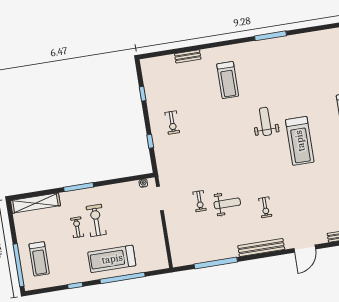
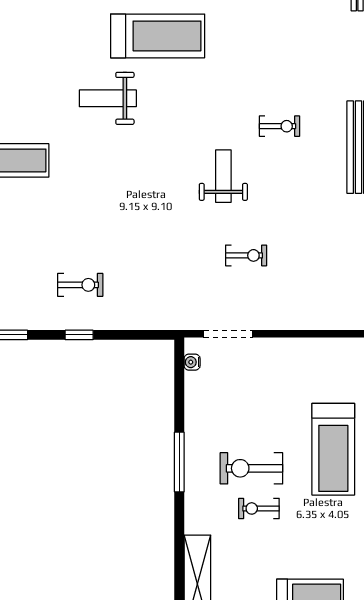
window: (150, 141) -> (79, 335), moved
window: (79, 187) -> (179, 462), moved
weight bench: (227, 203) -> (223, 176), moved

